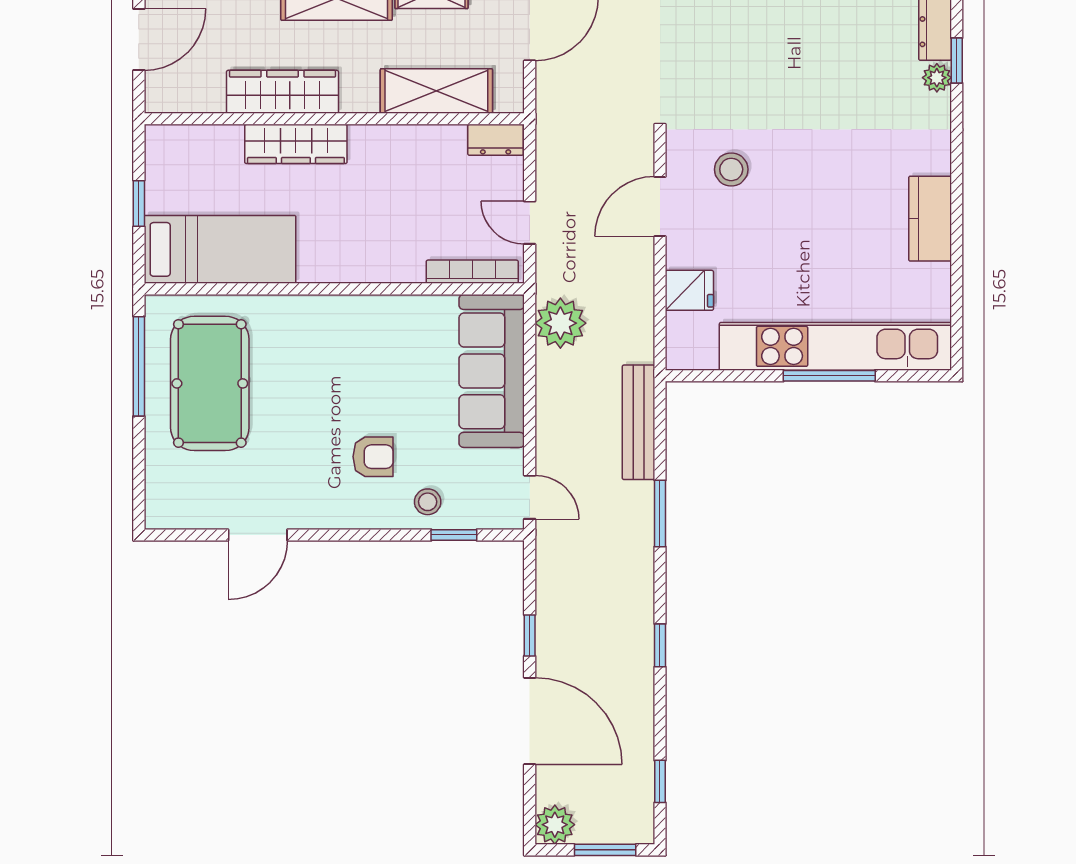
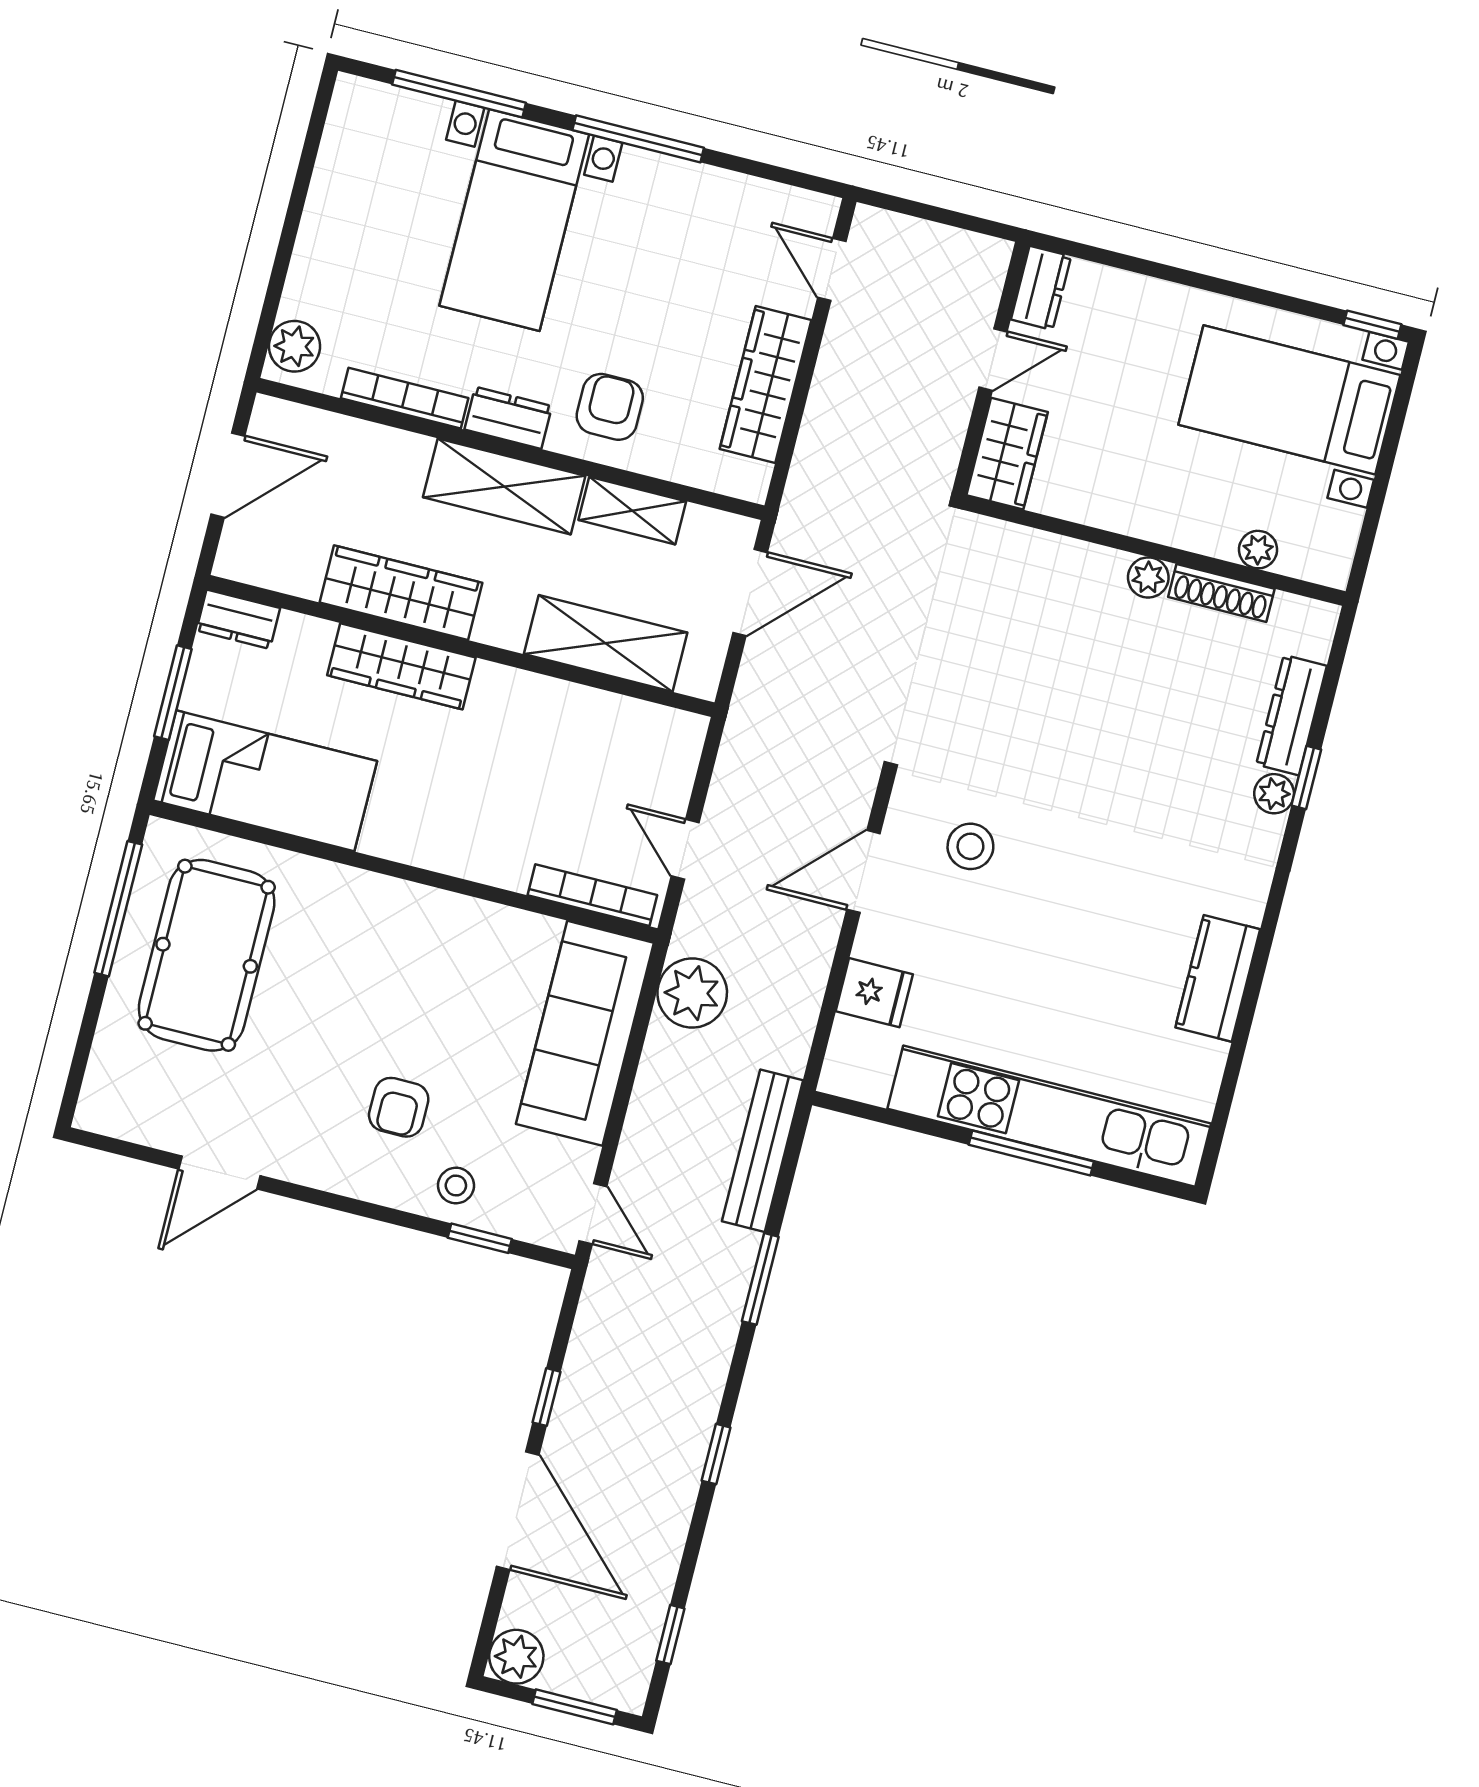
dresser: (496, 140) -> (238, 619), moved
window: (139, 204) -> (173, 693), width x1.50
armchair: (373, 457) -> (399, 1107), turned 90

